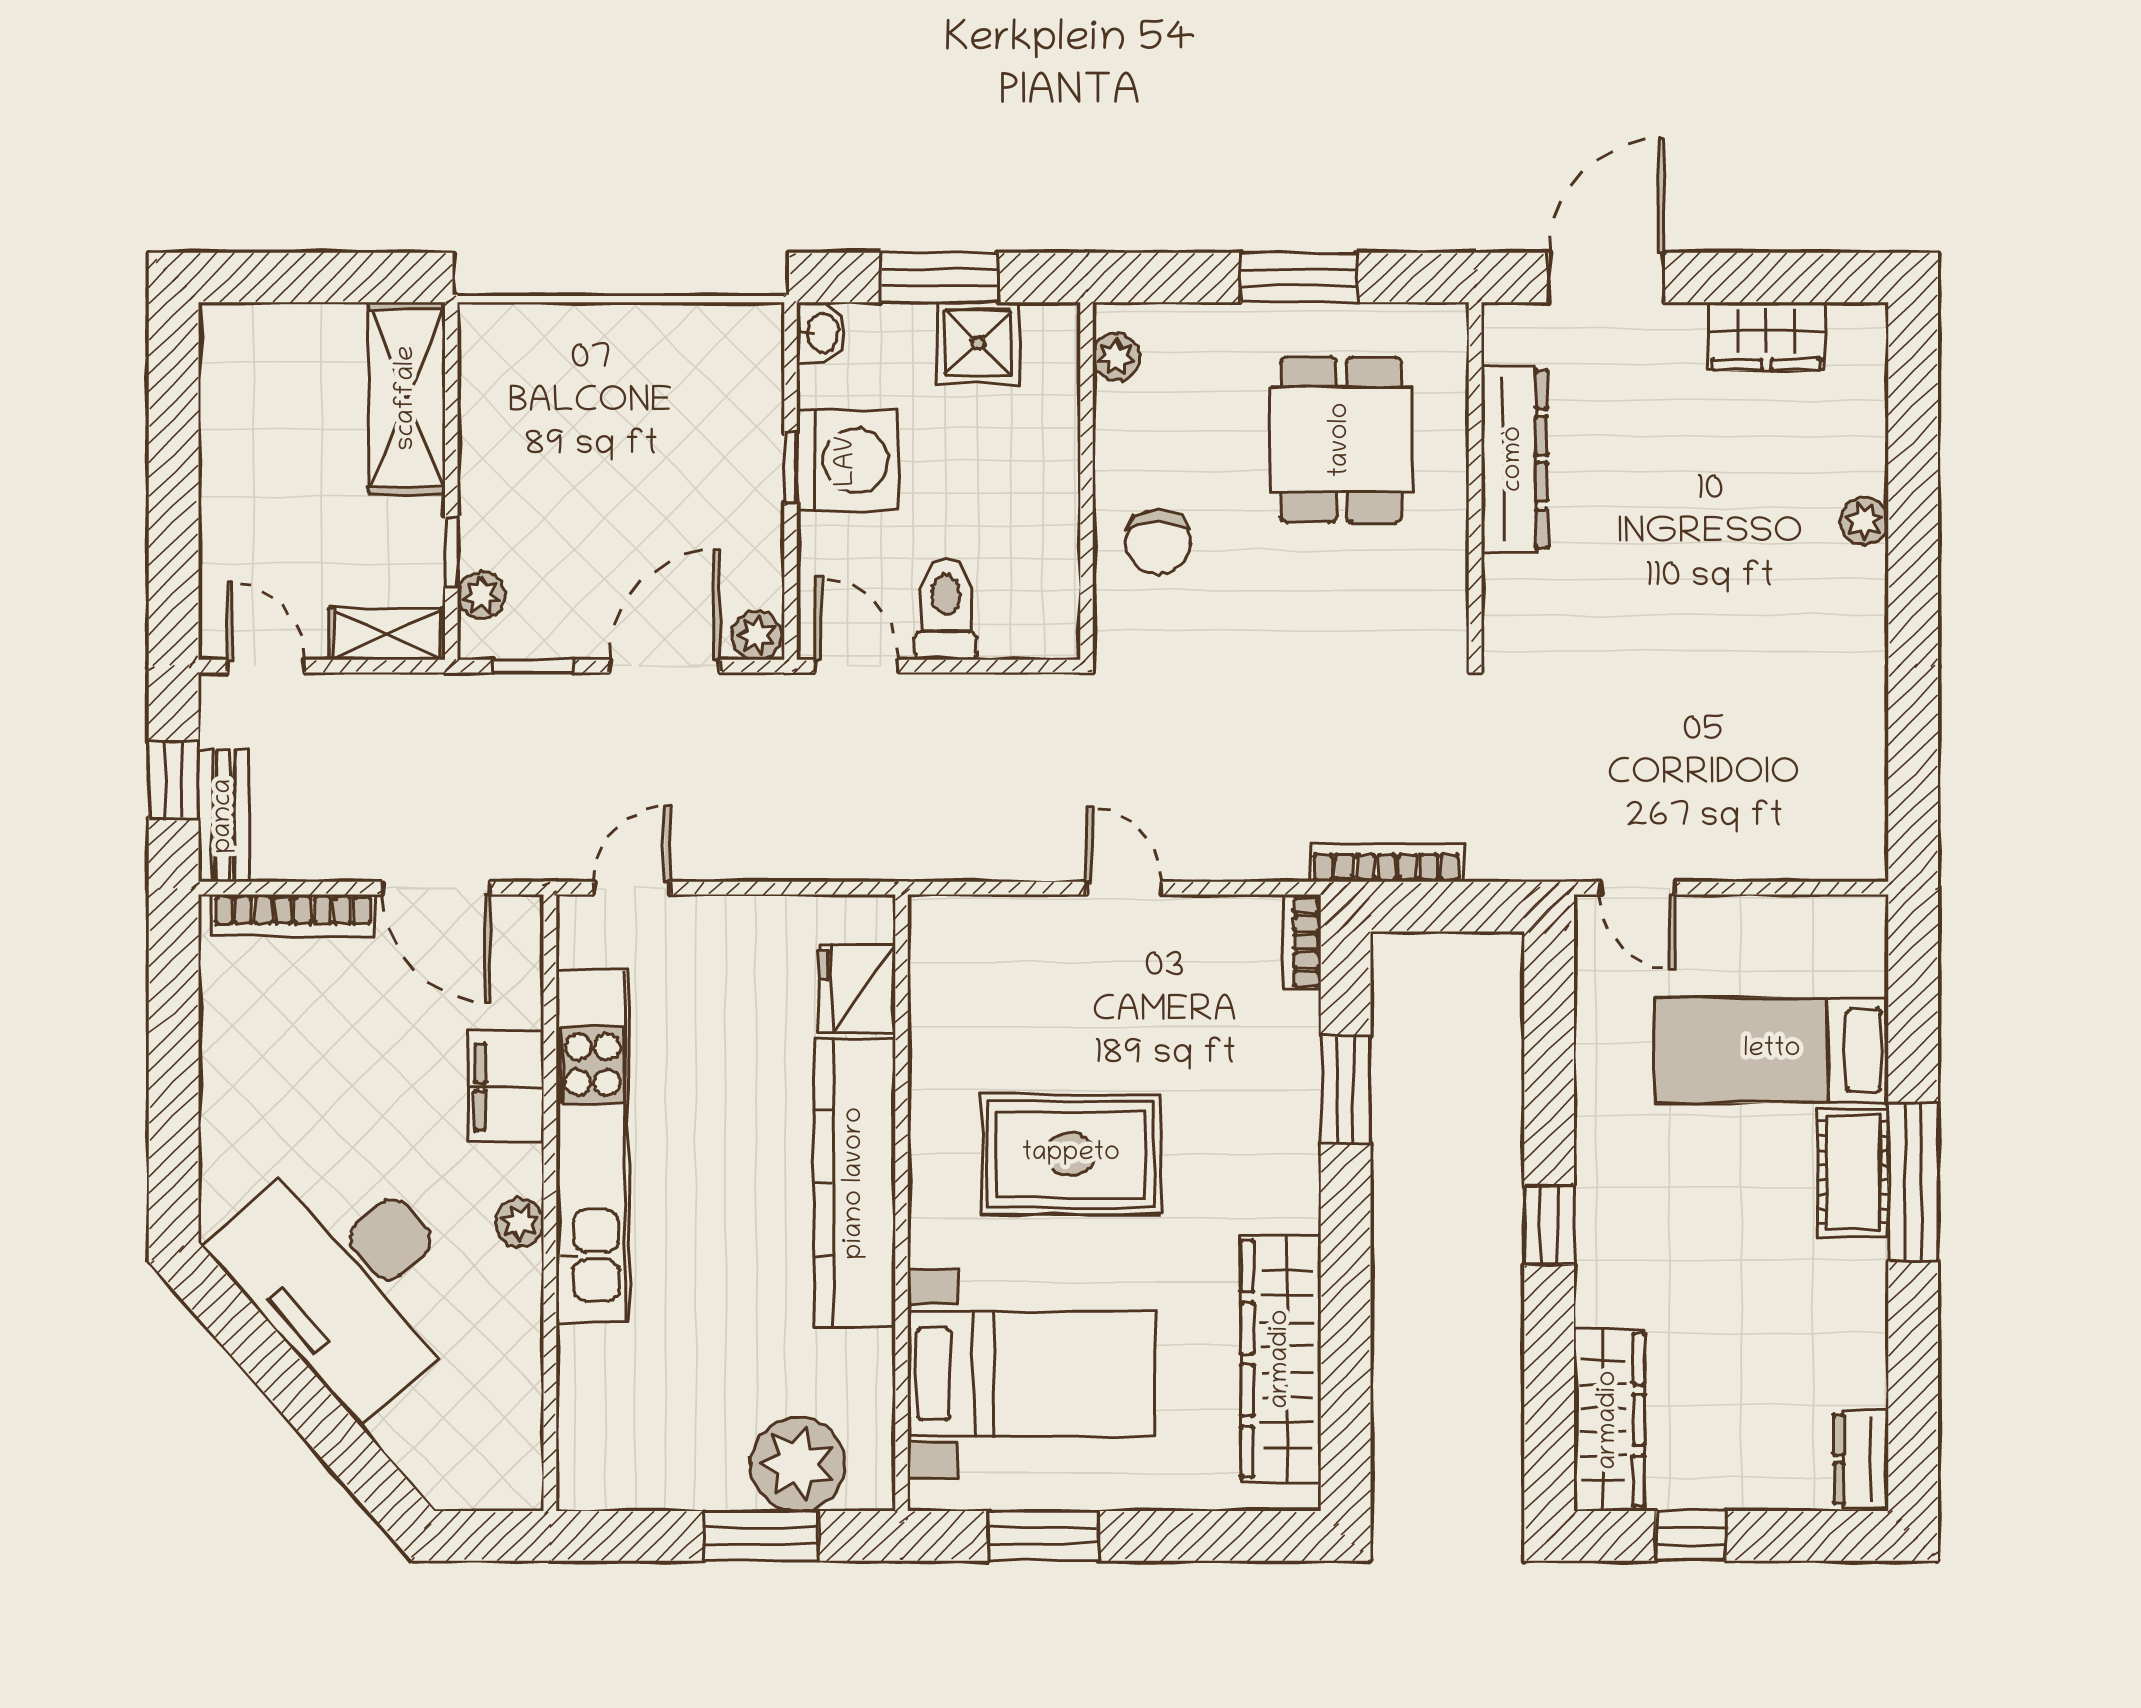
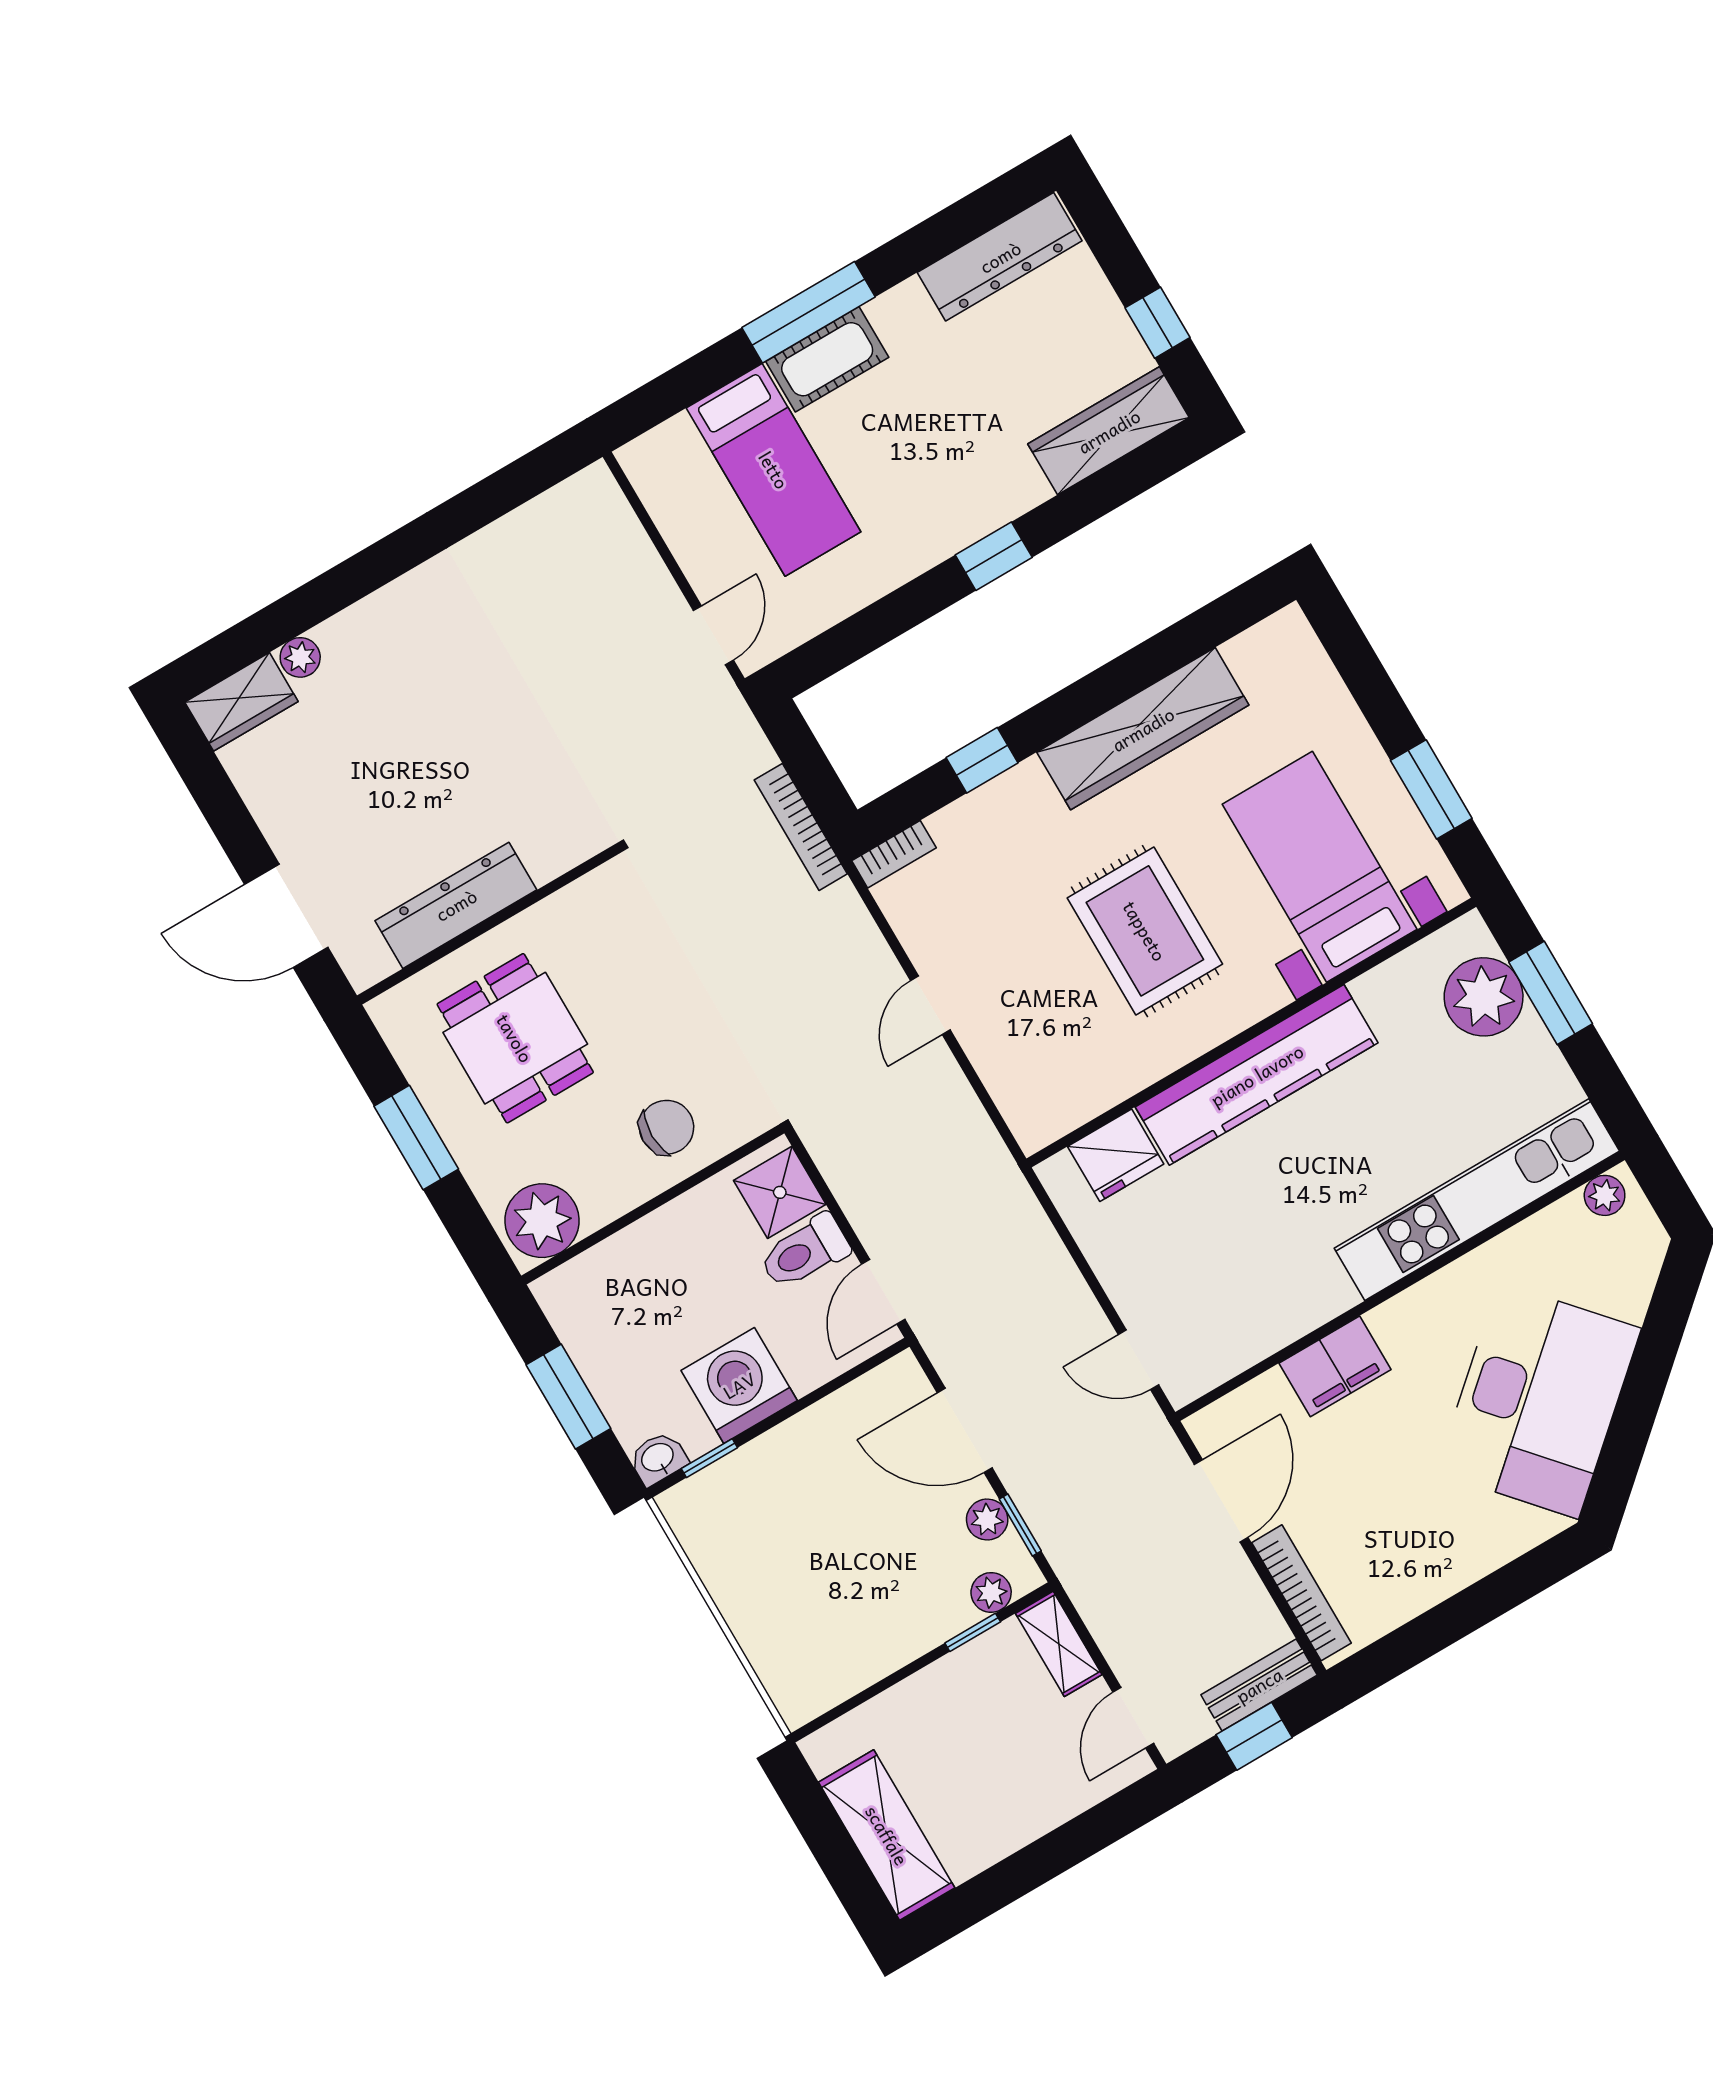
wardrobe: (1766, 336) -> (241, 702), moved, turned 90
shower: (978, 343) -> (780, 1192), moved
plant: (1116, 357) -> (542, 1221), width x1.88, depth x1.88
shelving: (407, 398) -> (887, 1835), moved, turned 90
dining table: (1341, 440) -> (515, 1038), turned 90
window: (790, 468) -> (709, 1458), moved
plant: (1865, 521) -> (300, 657), moved
plant: (757, 635) -> (987, 1520), moved
window: (1346, 1090) -> (982, 760), width x0.67
kitchen unit: (593, 1146) -> (1477, 1200), moved
plant: (520, 1223) -> (1605, 1195), moved
wardrobe: (1281, 1359) -> (1143, 729), moved
dresser: (1861, 1459) -> (1000, 257), width x1.96, depth x1.24

